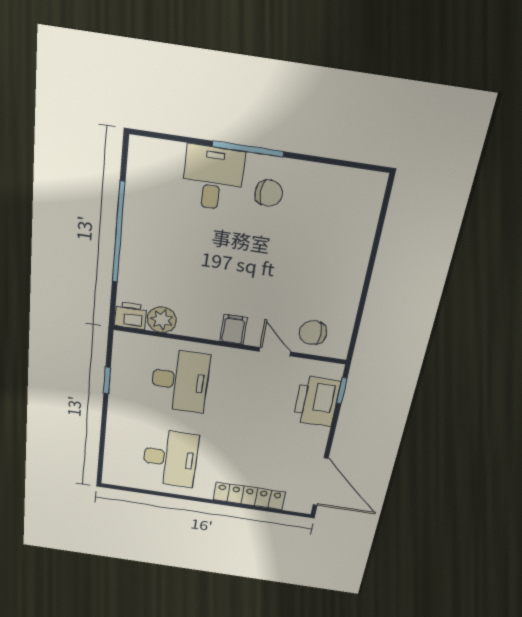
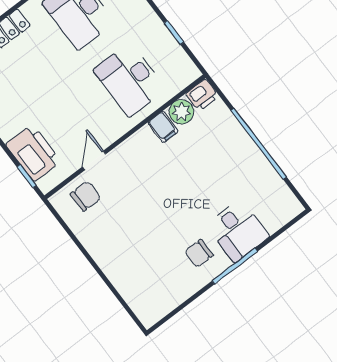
filing cabinet: (234, 329) -> (163, 127), moved
door: (275, 352) -> (94, 160), swing flipped

